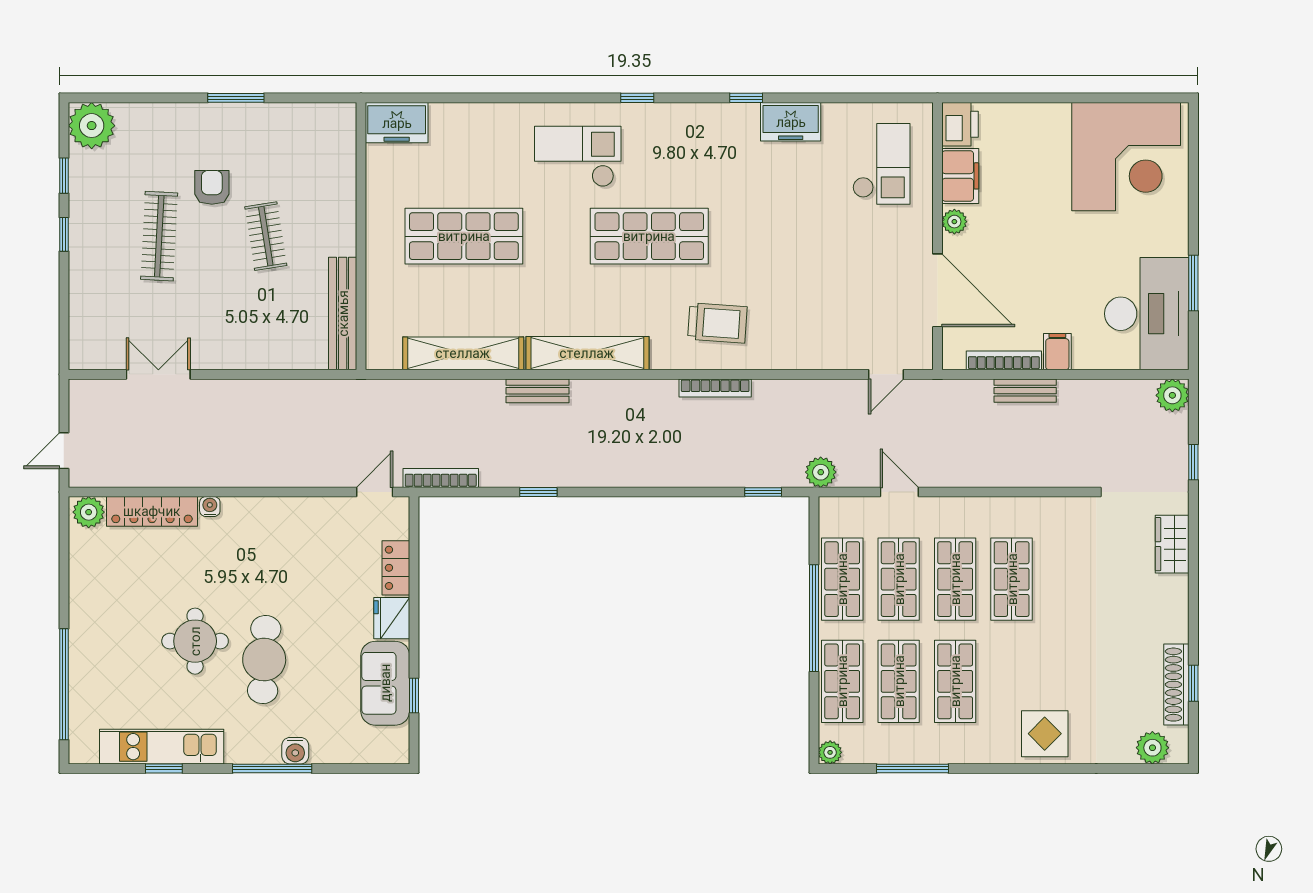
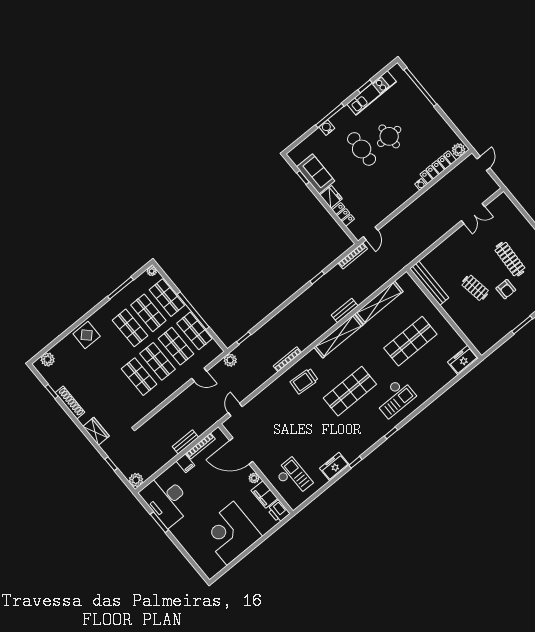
corner desk: (1126, 157) -> (230, 533), moved
checkout: (881, 164) -> (293, 477), turned 180
shoe rack: (1176, 685) -> (70, 403), moved

